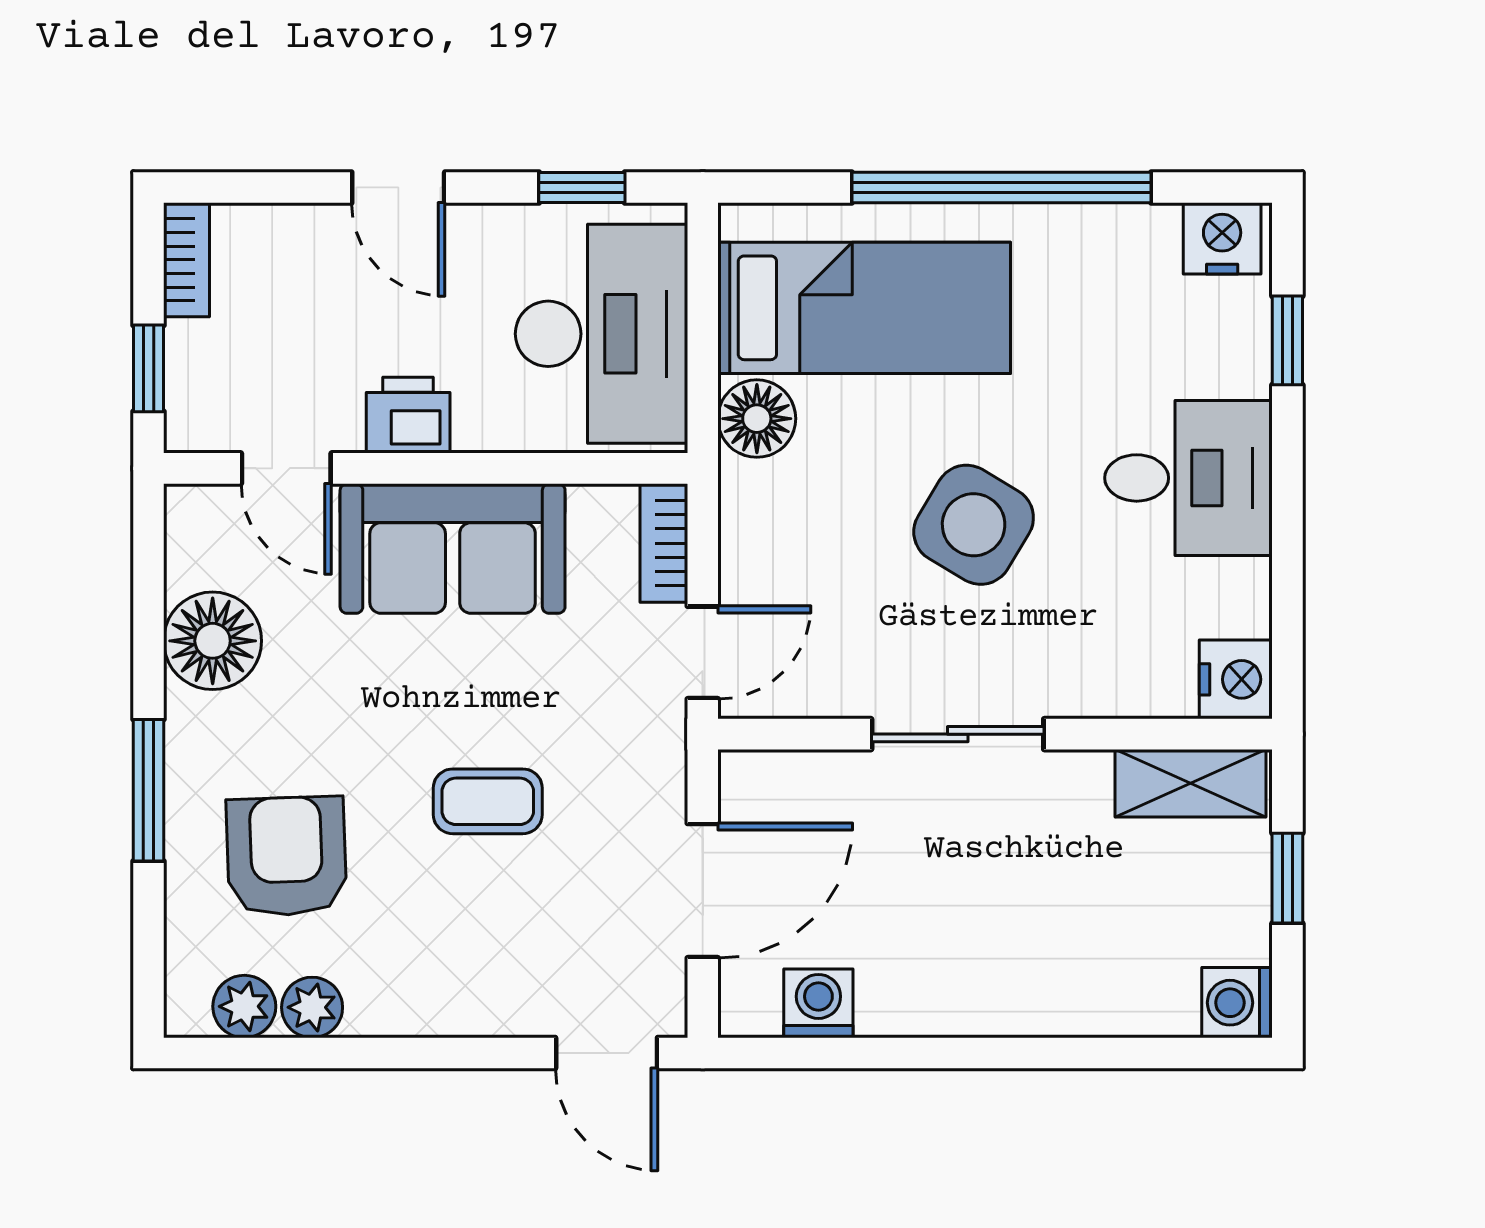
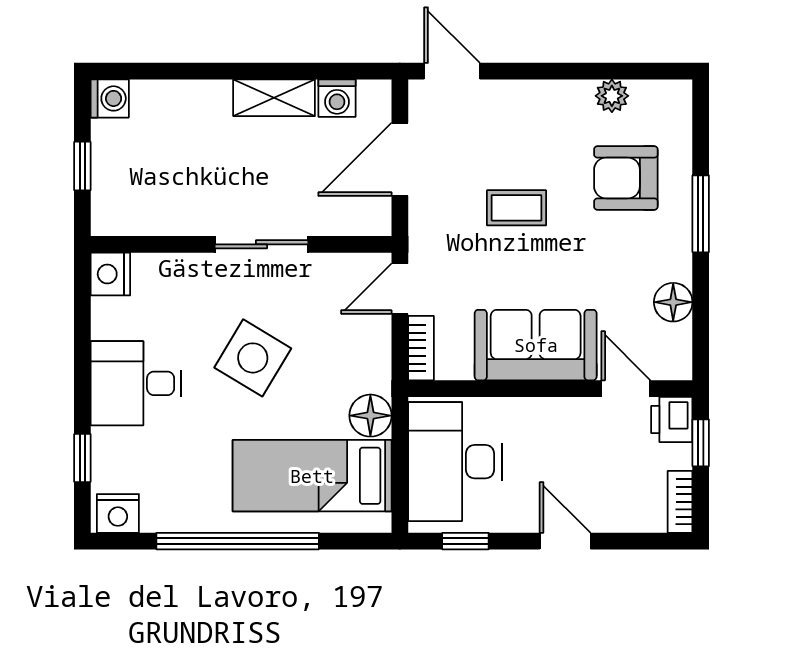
printer: (408, 415) -> (672, 420), moved, turned 90
floor lamp: (213, 641) -> (673, 302), width x0.73, depth x0.73
shelving: (1190, 783) -> (274, 98), moved
armchair: (286, 856) -> (626, 178), turned 92
plant: (244, 1006) -> (649, 96), removed

